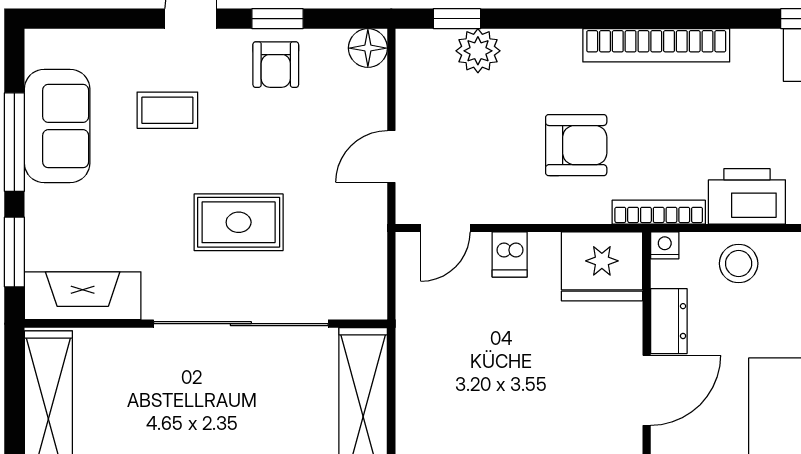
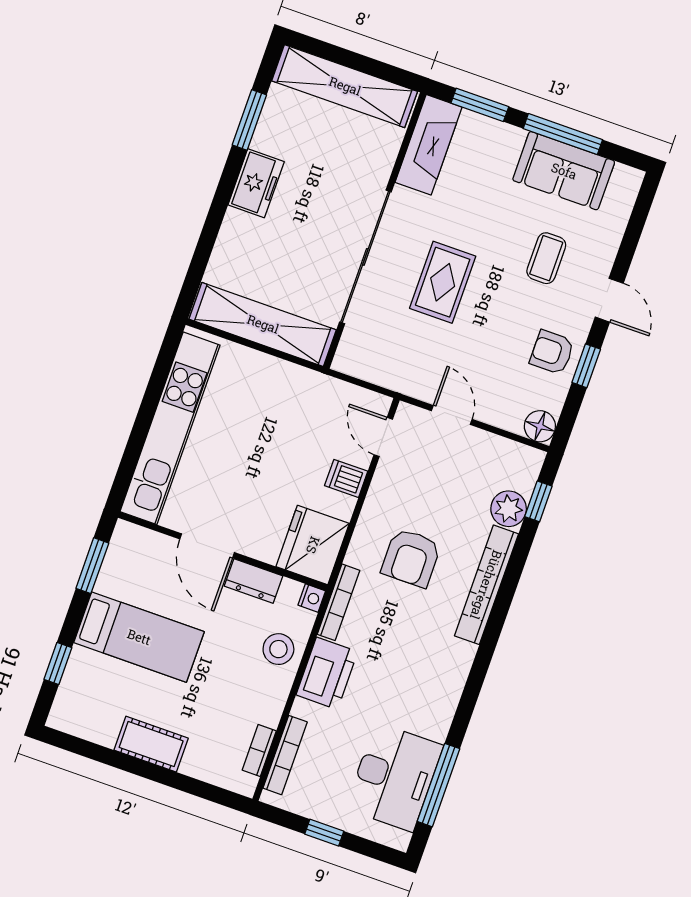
bookcase: (656, 45) -> (486, 585), moved

